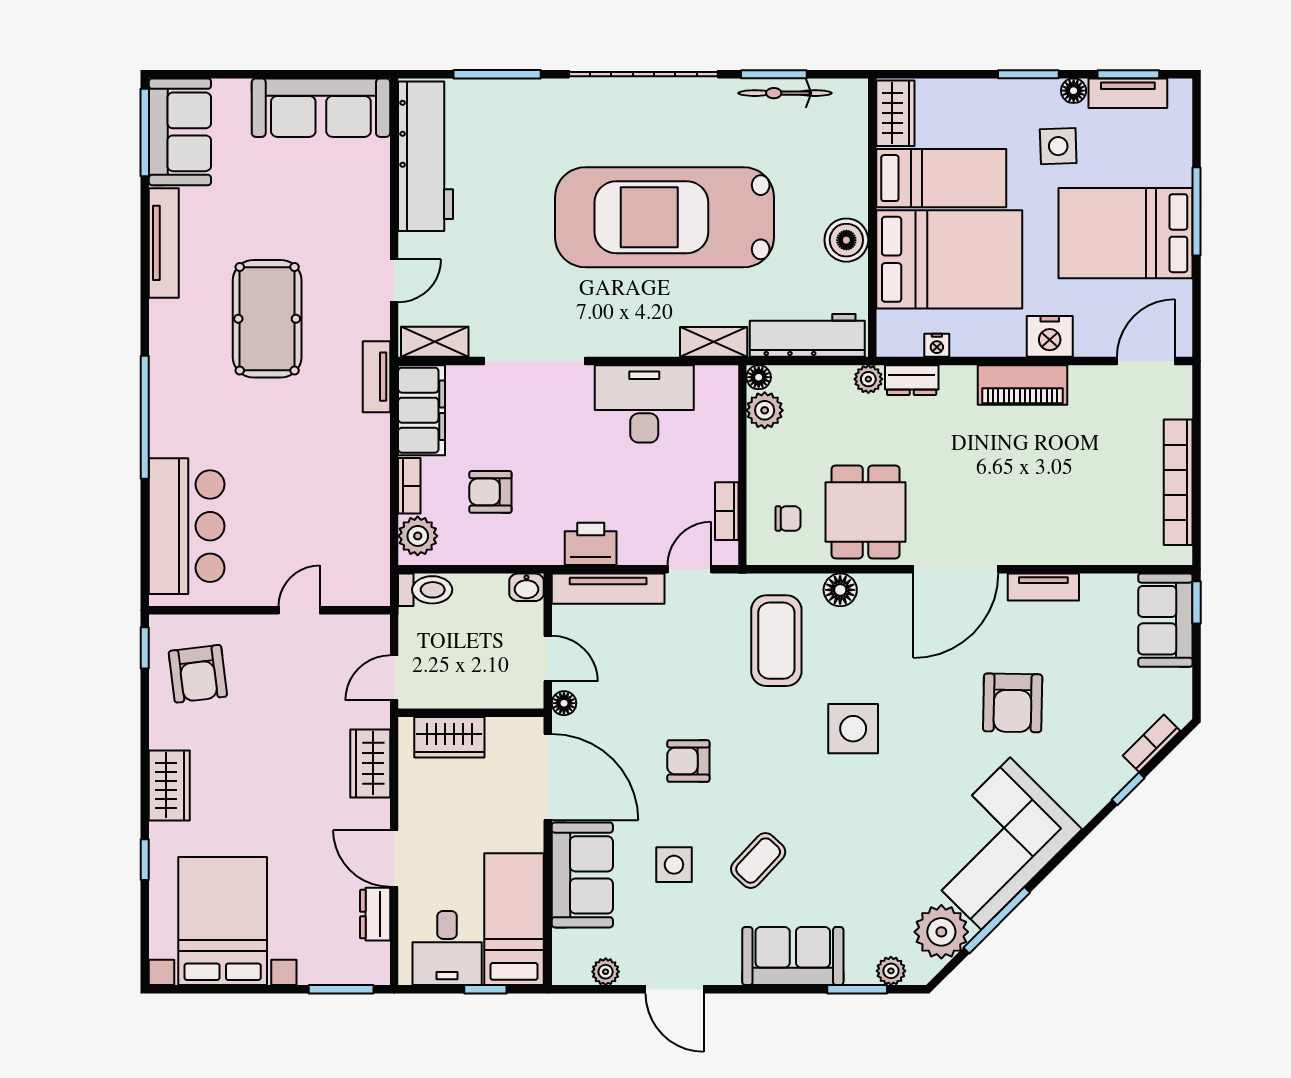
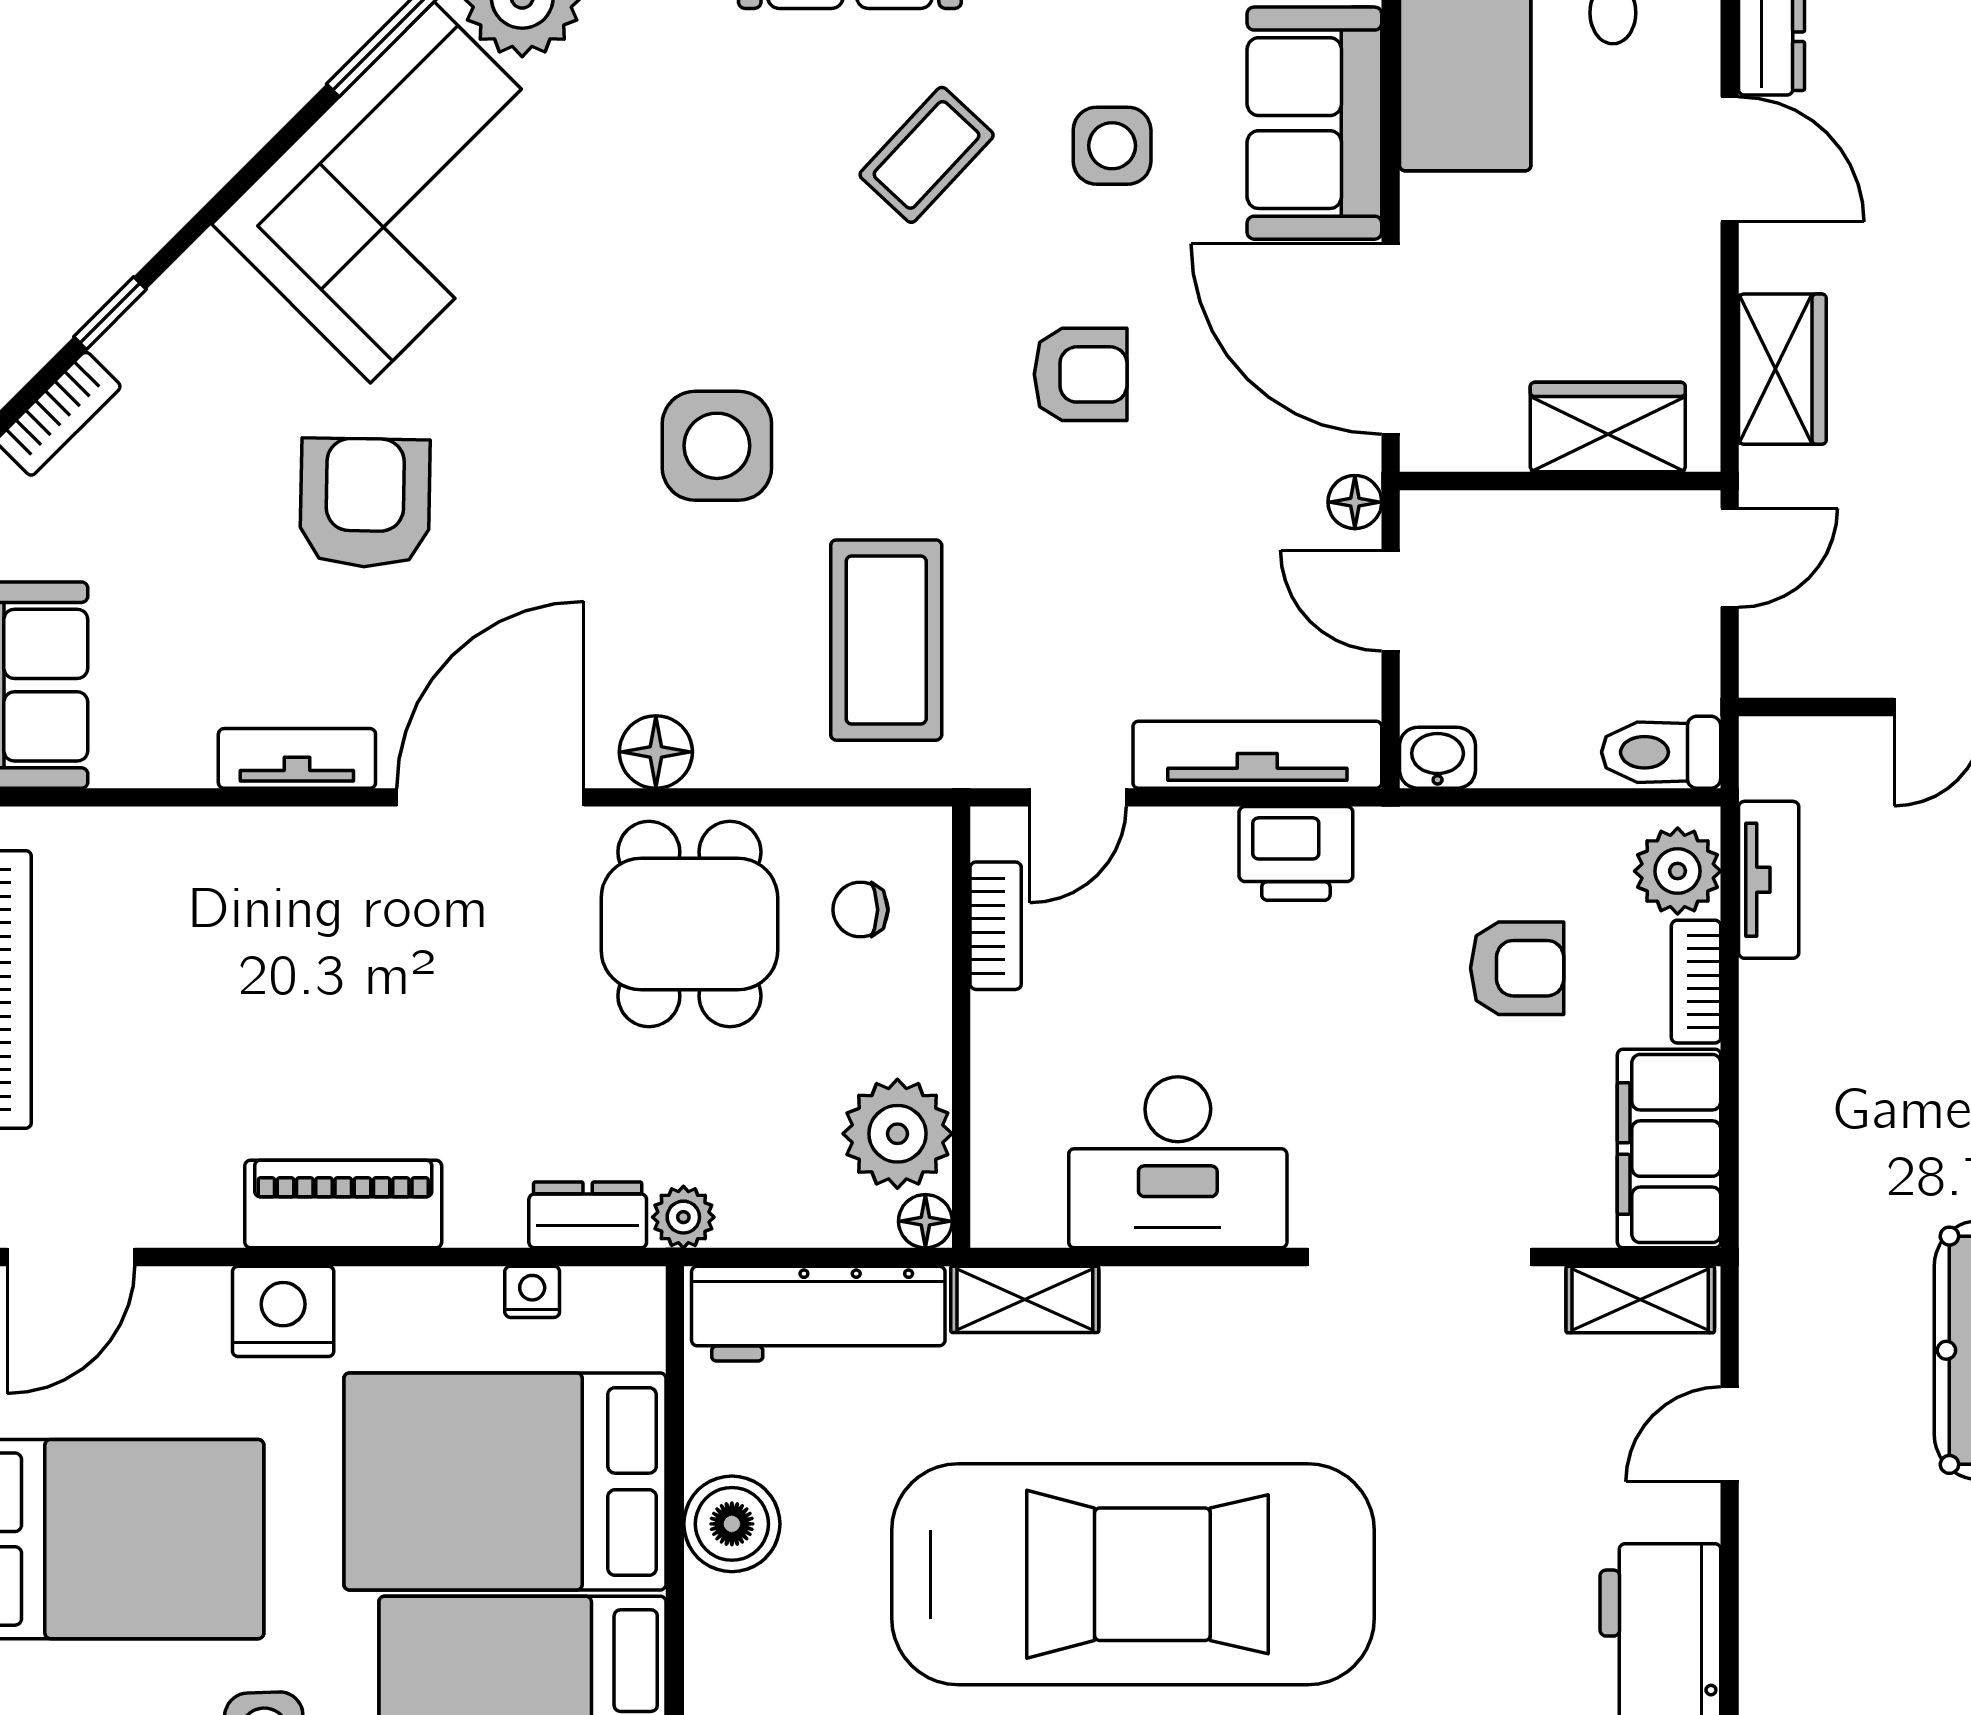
tv unit: (376, 377) -> (1769, 880), moved
plant: (765, 410) -> (897, 1134), width x1.36, depth x1.36
floor lamp: (840, 590) -> (656, 752), moved

